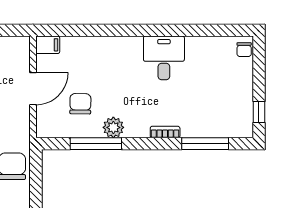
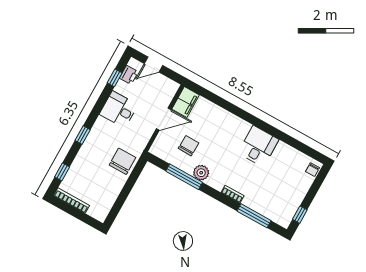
filing cabinet: (48, 45) -> (186, 102), width x2.00

